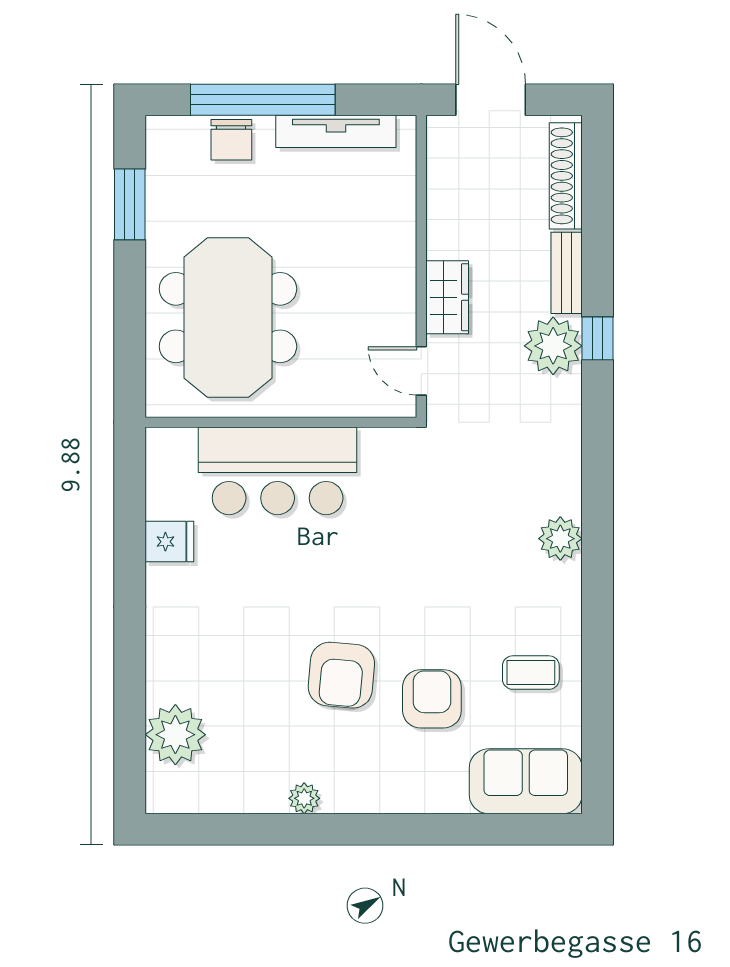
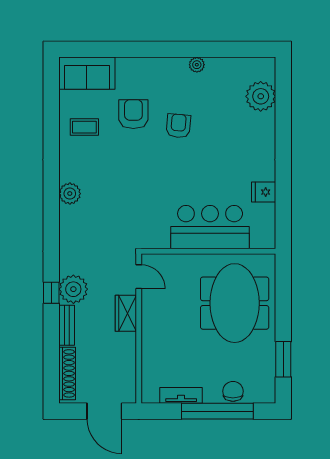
tv unit: (336, 131) -> (181, 395), width x0.71
armchair: (341, 675) -> (178, 126), width x0.72, depth x0.72
armchair: (432, 699) -> (133, 114), turned 180

